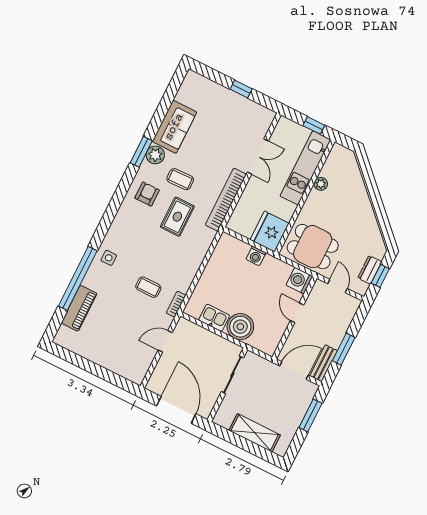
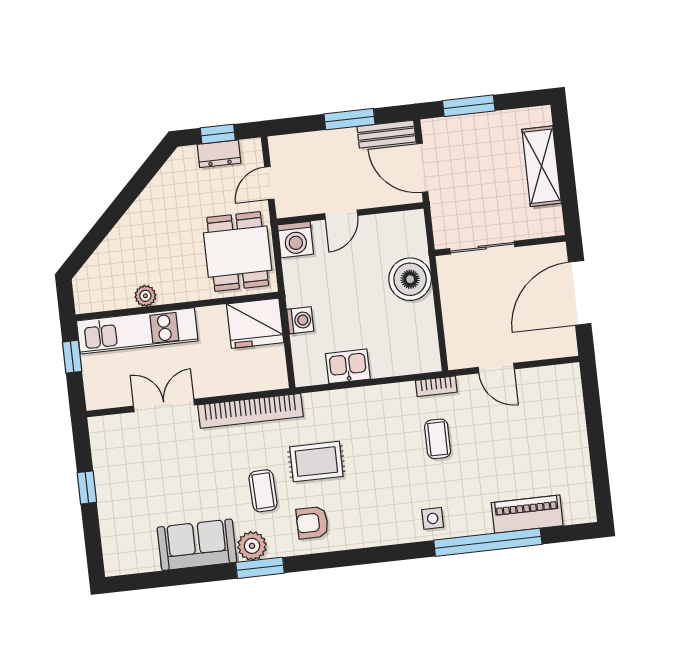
kitchen sink: (214, 318) -> (348, 366), moved, turned 90

